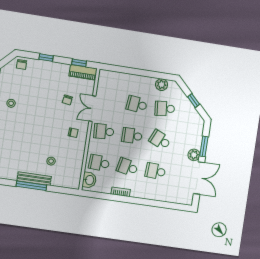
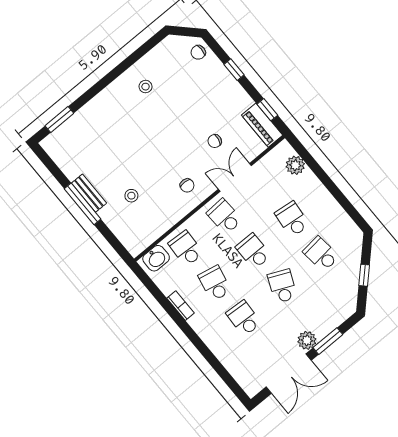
plant: (162, 85) -> (295, 165), moved
bench: (34, 179) -> (89, 193), width x0.73

